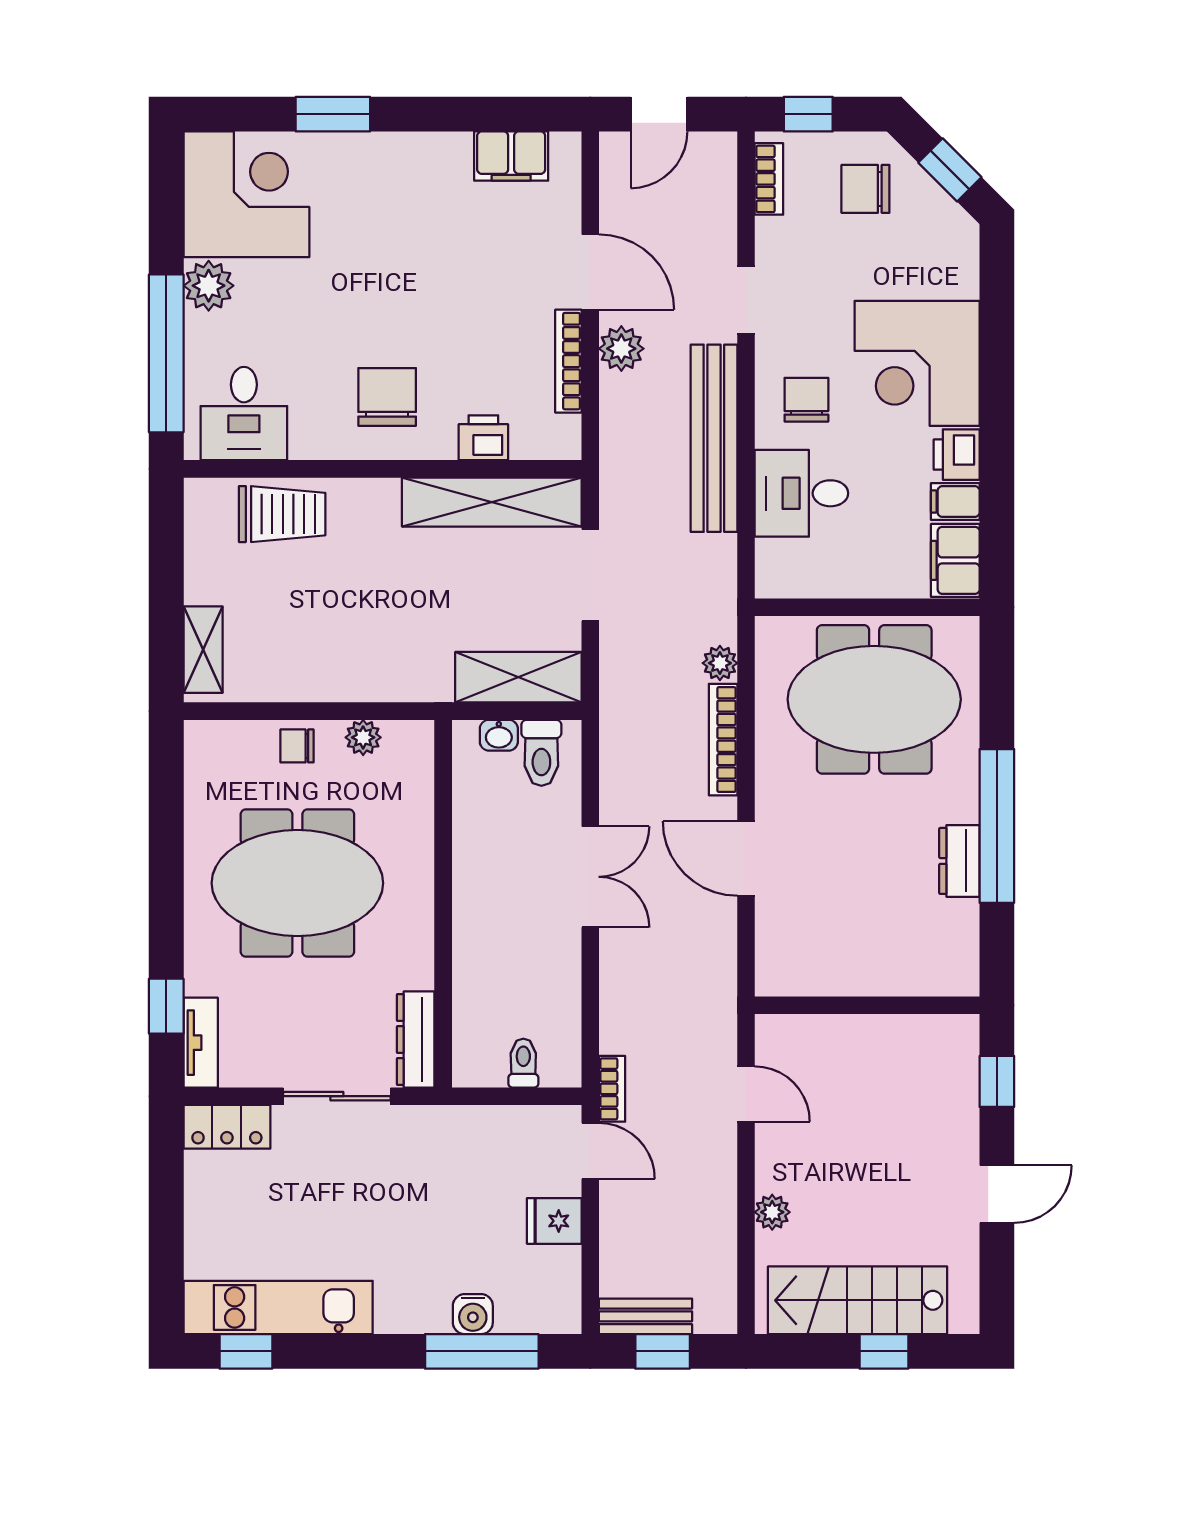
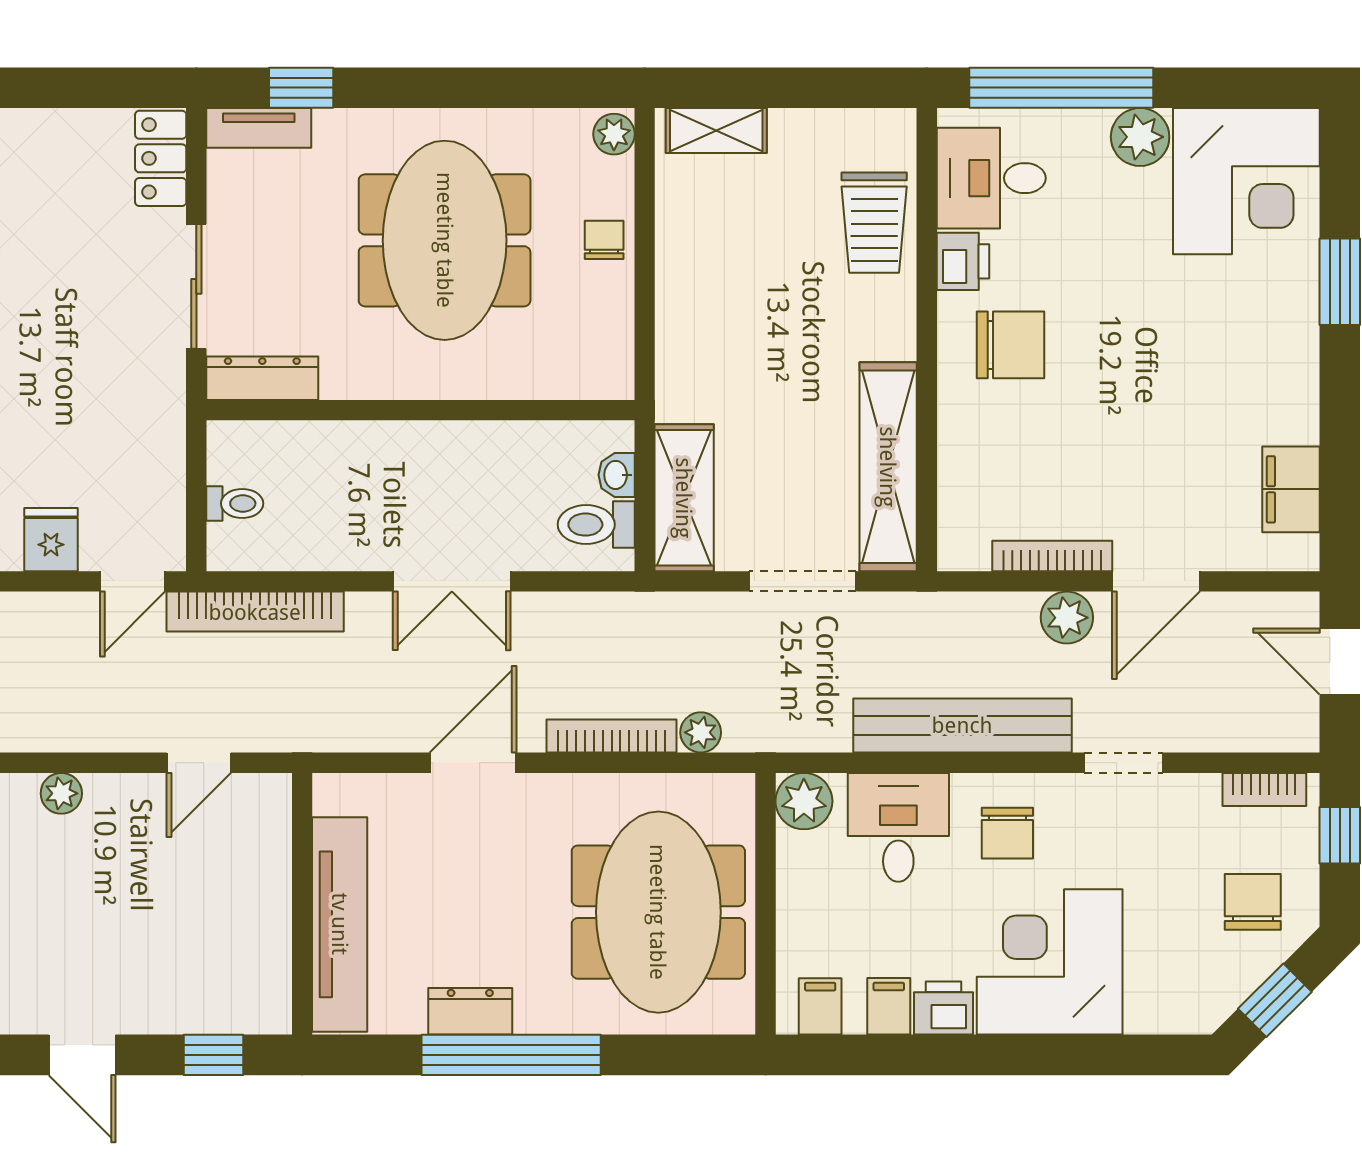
chair: (806, 400) -> (1007, 833), turned 90
printer: (483, 438) -> (963, 261), moved
filing cabinet: (955, 560) -> (820, 1006), width x0.50
plant: (779, 574) -> (804, 801), added
plant: (363, 737) -> (614, 134), moved
tv unit: (885, 973) -> (340, 924), added
bookcase: (612, 1089) -> (255, 612), width x2.31, depth x1.31

